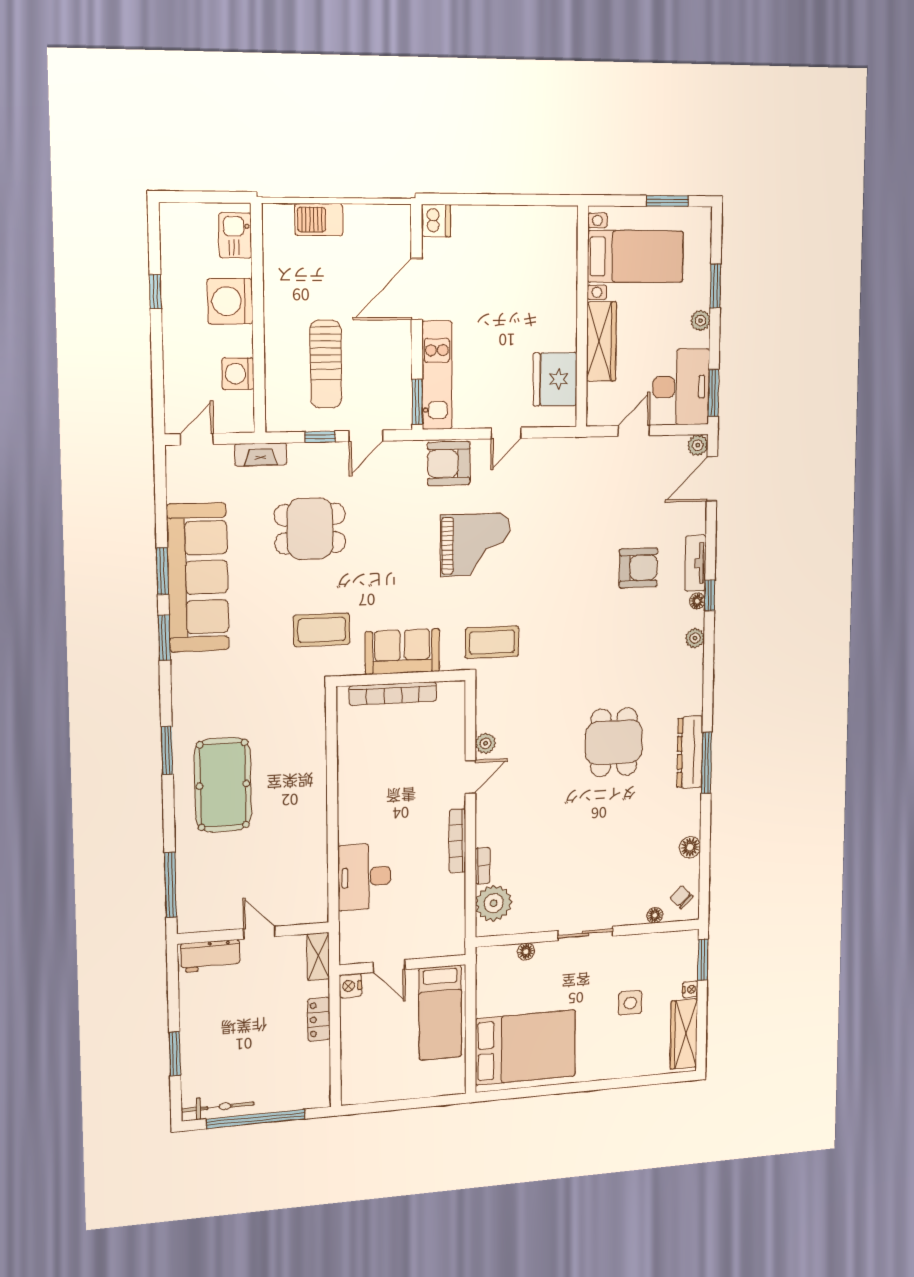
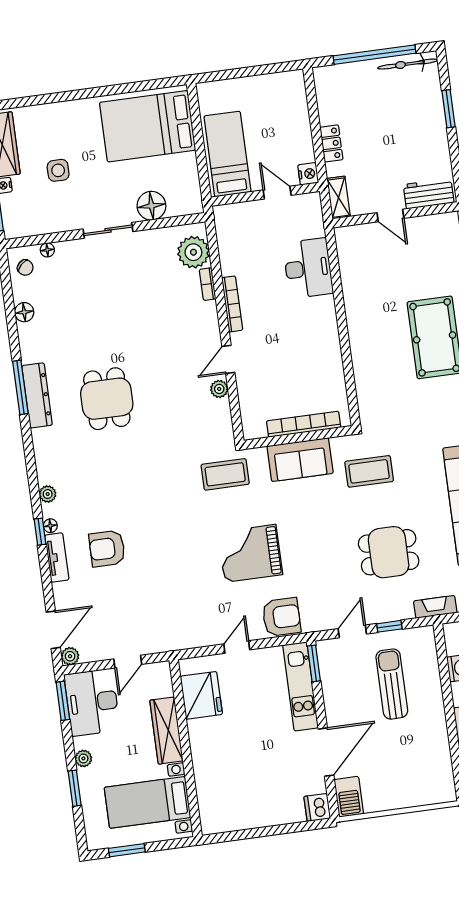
barbecue: (319, 220) -> (349, 797), moved, turned 90
floor lamp: (526, 951) -> (151, 206), width x1.89, depth x1.89

